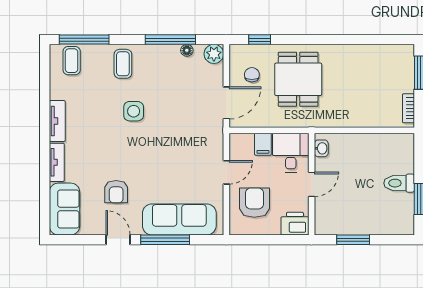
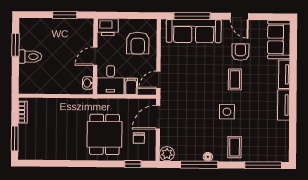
floor lamp: (187, 50) -> (208, 157), moved
coffee table: (72, 61) -> (235, 79), moved
door: (226, 172) -> (158, 80), moved
window: (165, 240) -> (192, 16), moved

